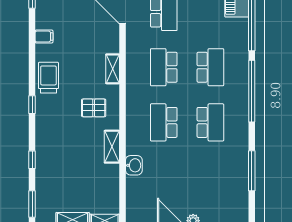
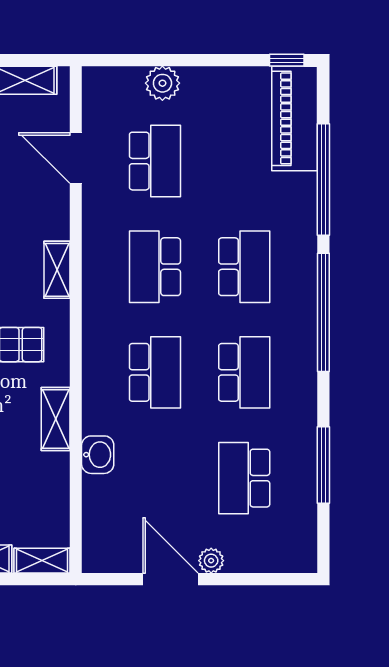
school desk: (164, 122) -> (155, 372), turned 180
school desk: (210, 178) -> (244, 478), added

